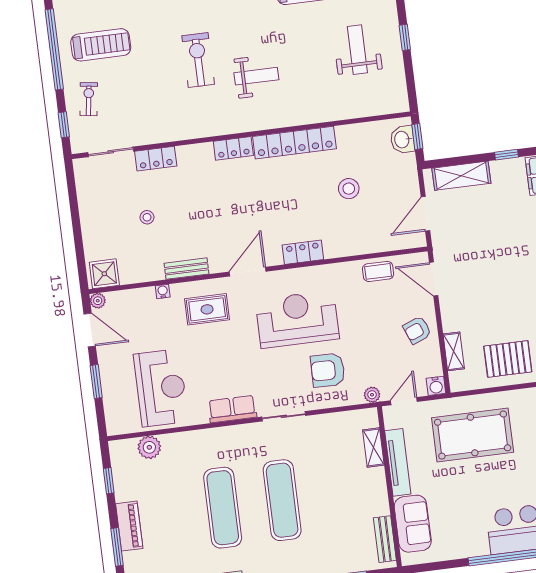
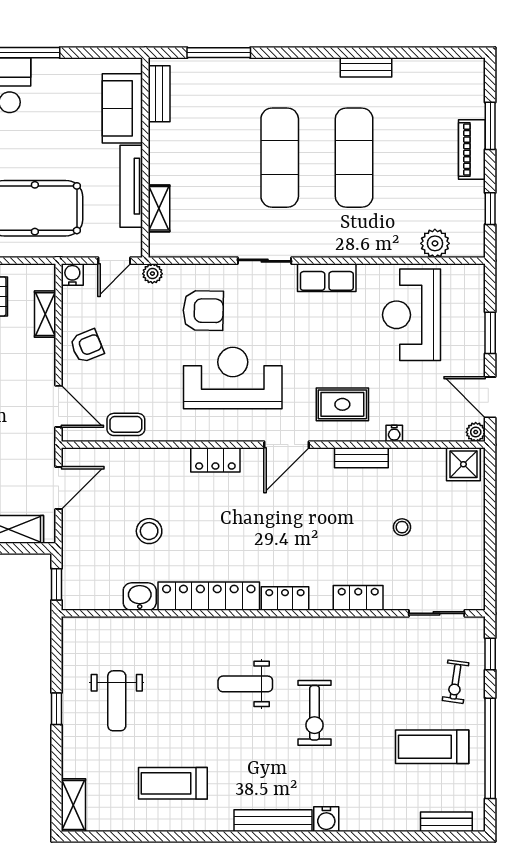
washbasin: (402, 140) -> (140, 597), moved, turned -90
locker: (156, 159) -> (358, 598), moved
reception desk: (297, 319) -> (233, 378), turned 180

